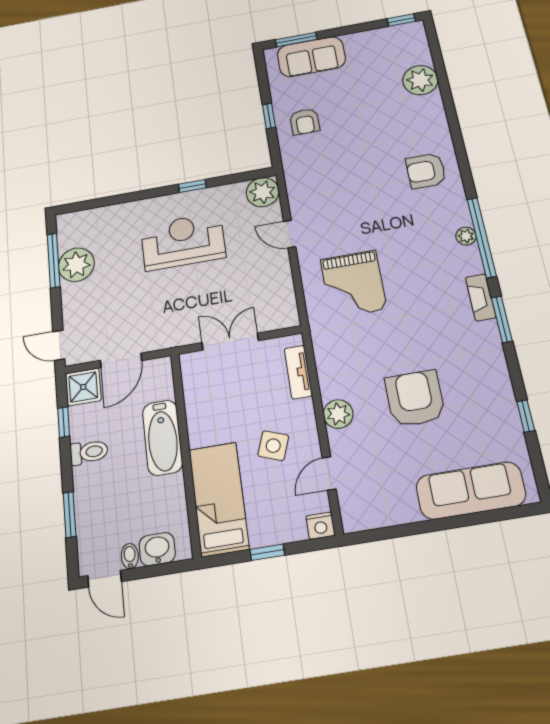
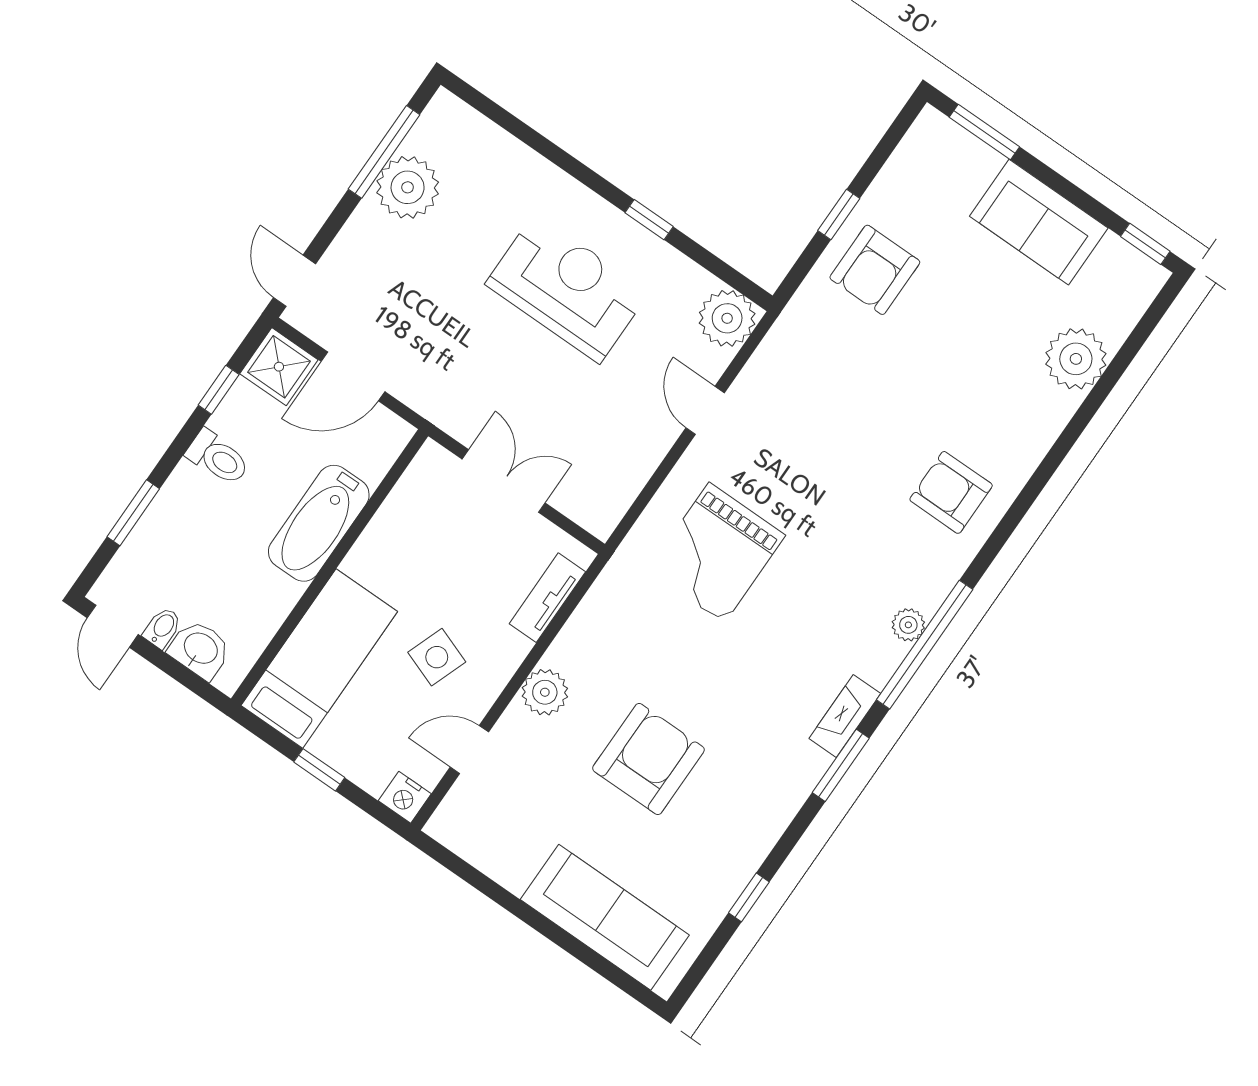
sofa: (311, 57) -> (1039, 222), moved
armchair: (305, 122) -> (875, 270), width x1.38, depth x1.38

